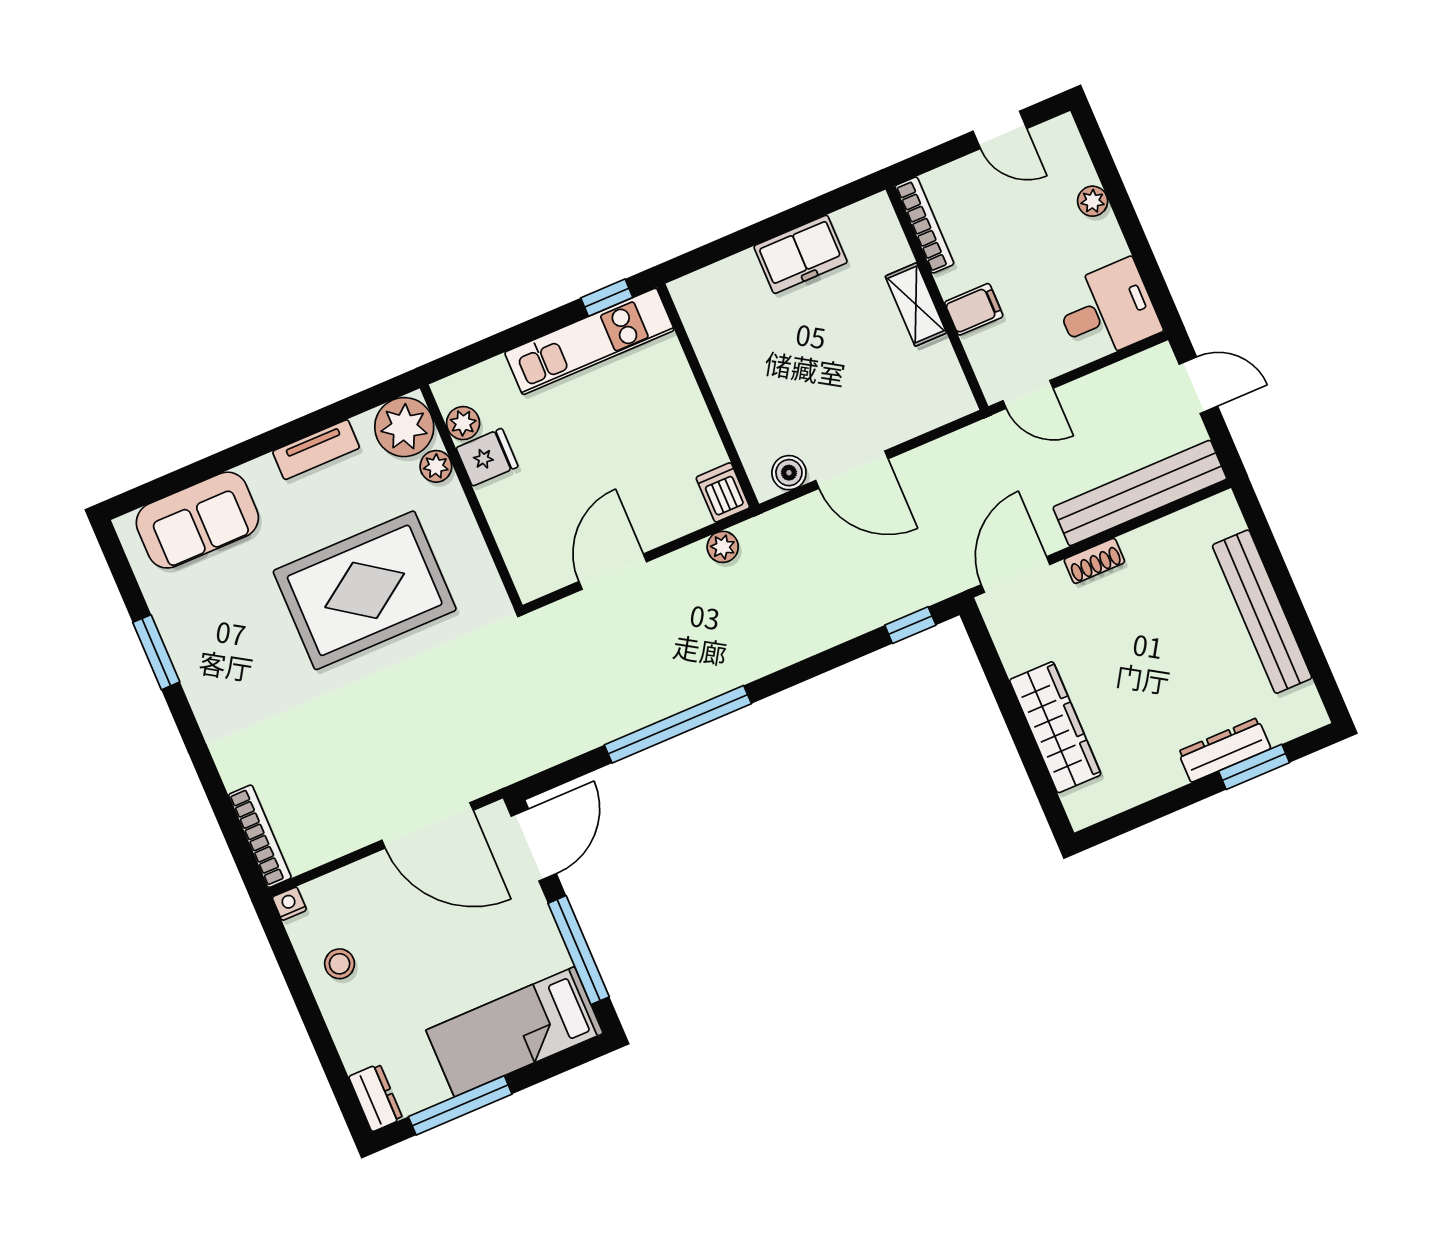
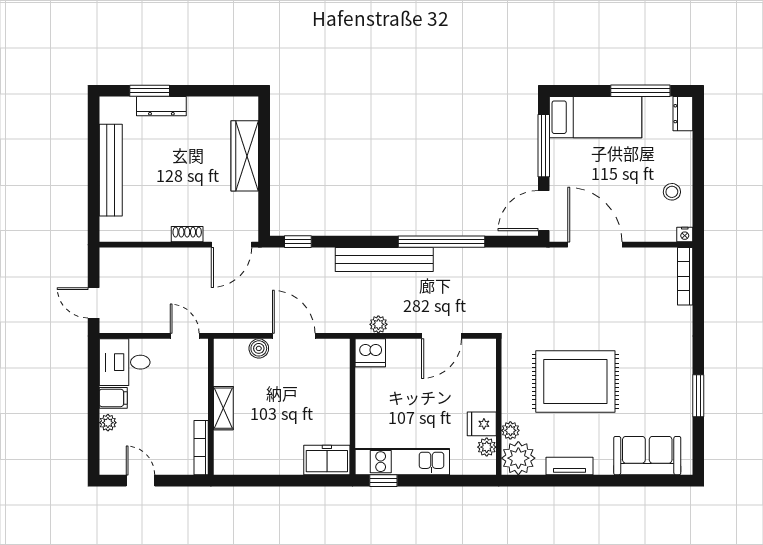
freezer: (801, 254) -> (327, 460), moved
filing cabinet: (974, 309) -> (113, 398), moved, turned 180
boiler: (789, 473) -> (259, 348), moved
dishwasher: (723, 492) -> (370, 353), width x1.38
bench: (1140, 493) -> (384, 259), moved

